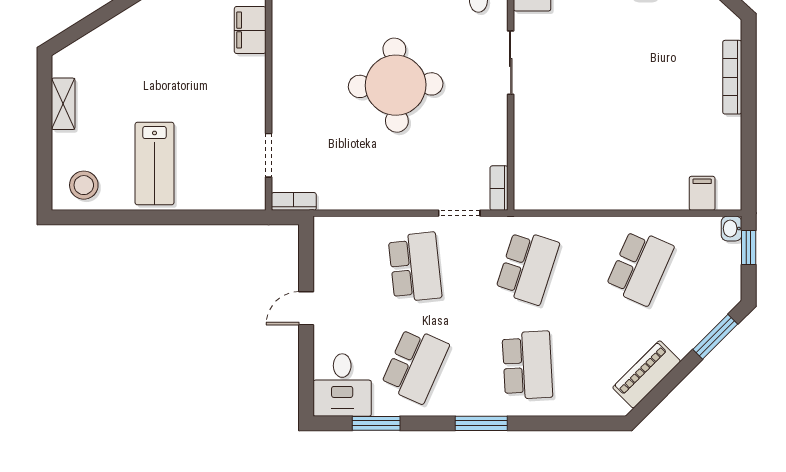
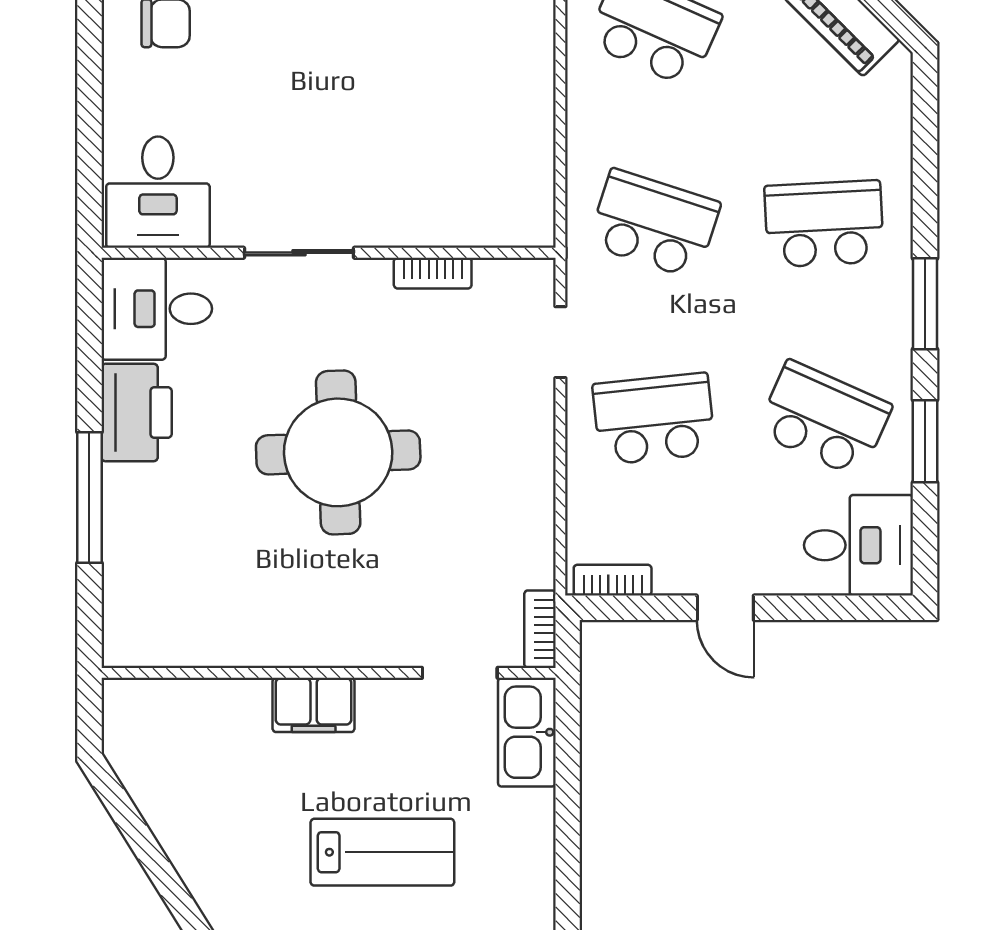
filing cabinet: (250, 30) -> (314, 705), moved
lab bench: (155, 164) -> (382, 852), moved
bookcase: (499, 188) -> (433, 273), moved
kitchen sink: (234, 194) -> (527, 732), added
bookcase: (322, 243) -> (613, 580), added
window: (376, 423) -> (925, 441), moved

